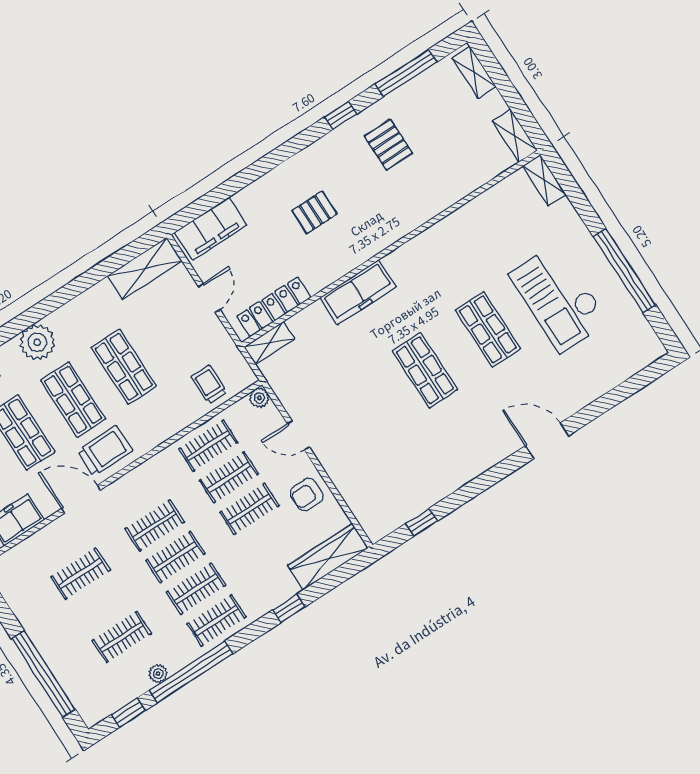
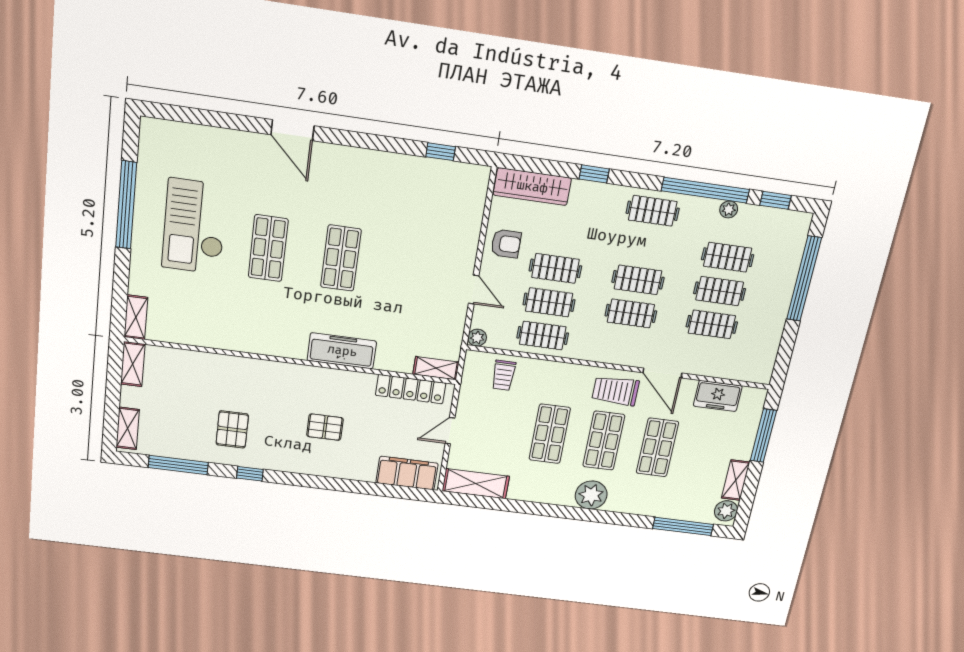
checkout: (559, 298) -> (195, 226), turned 180
clothes rail: (196, 589) -> (720, 291), moved

